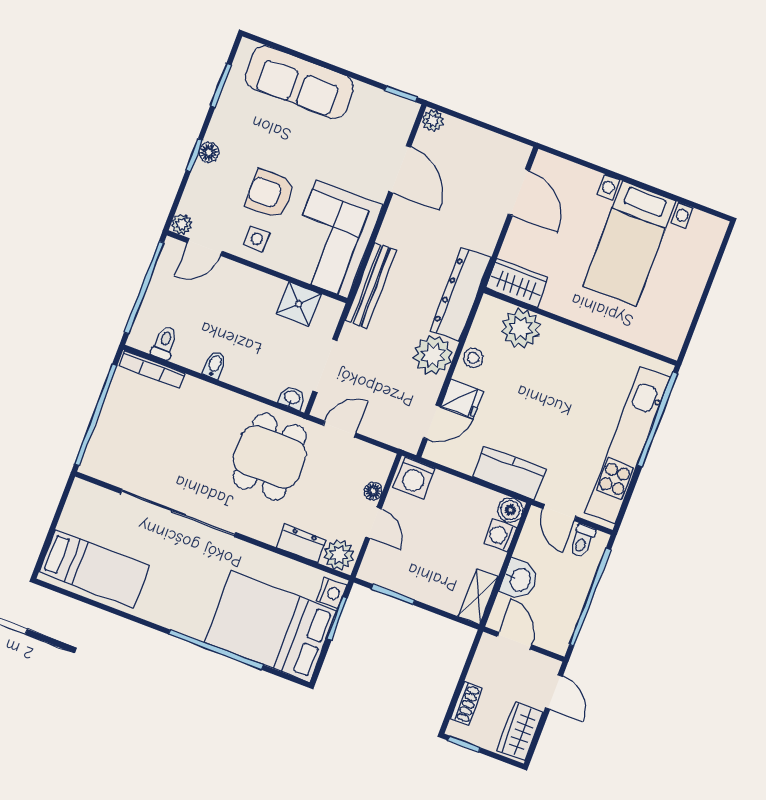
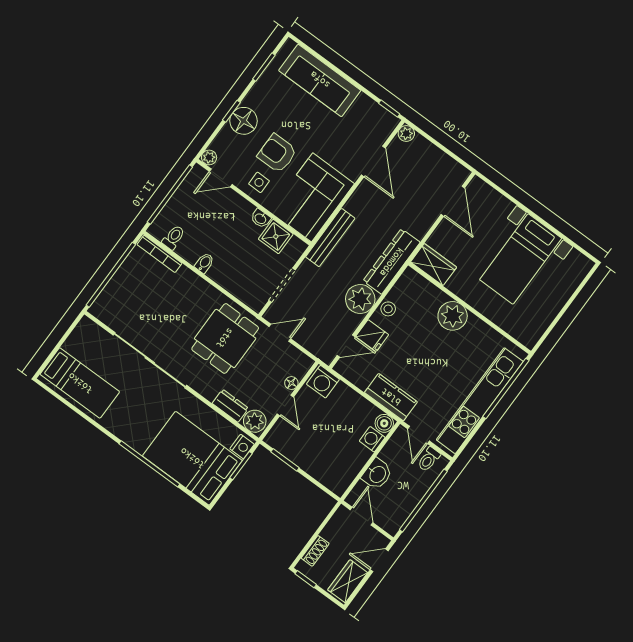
floor lamp: (209, 152) -> (244, 121), width x1.89, depth x1.89
plant: (521, 328) -> (453, 316), moved
washbasin: (292, 398) -> (261, 218), moved, turned 180
shelving: (478, 597) -> (345, 478), removed
door: (554, 692) -> (379, 560), swing flipped

